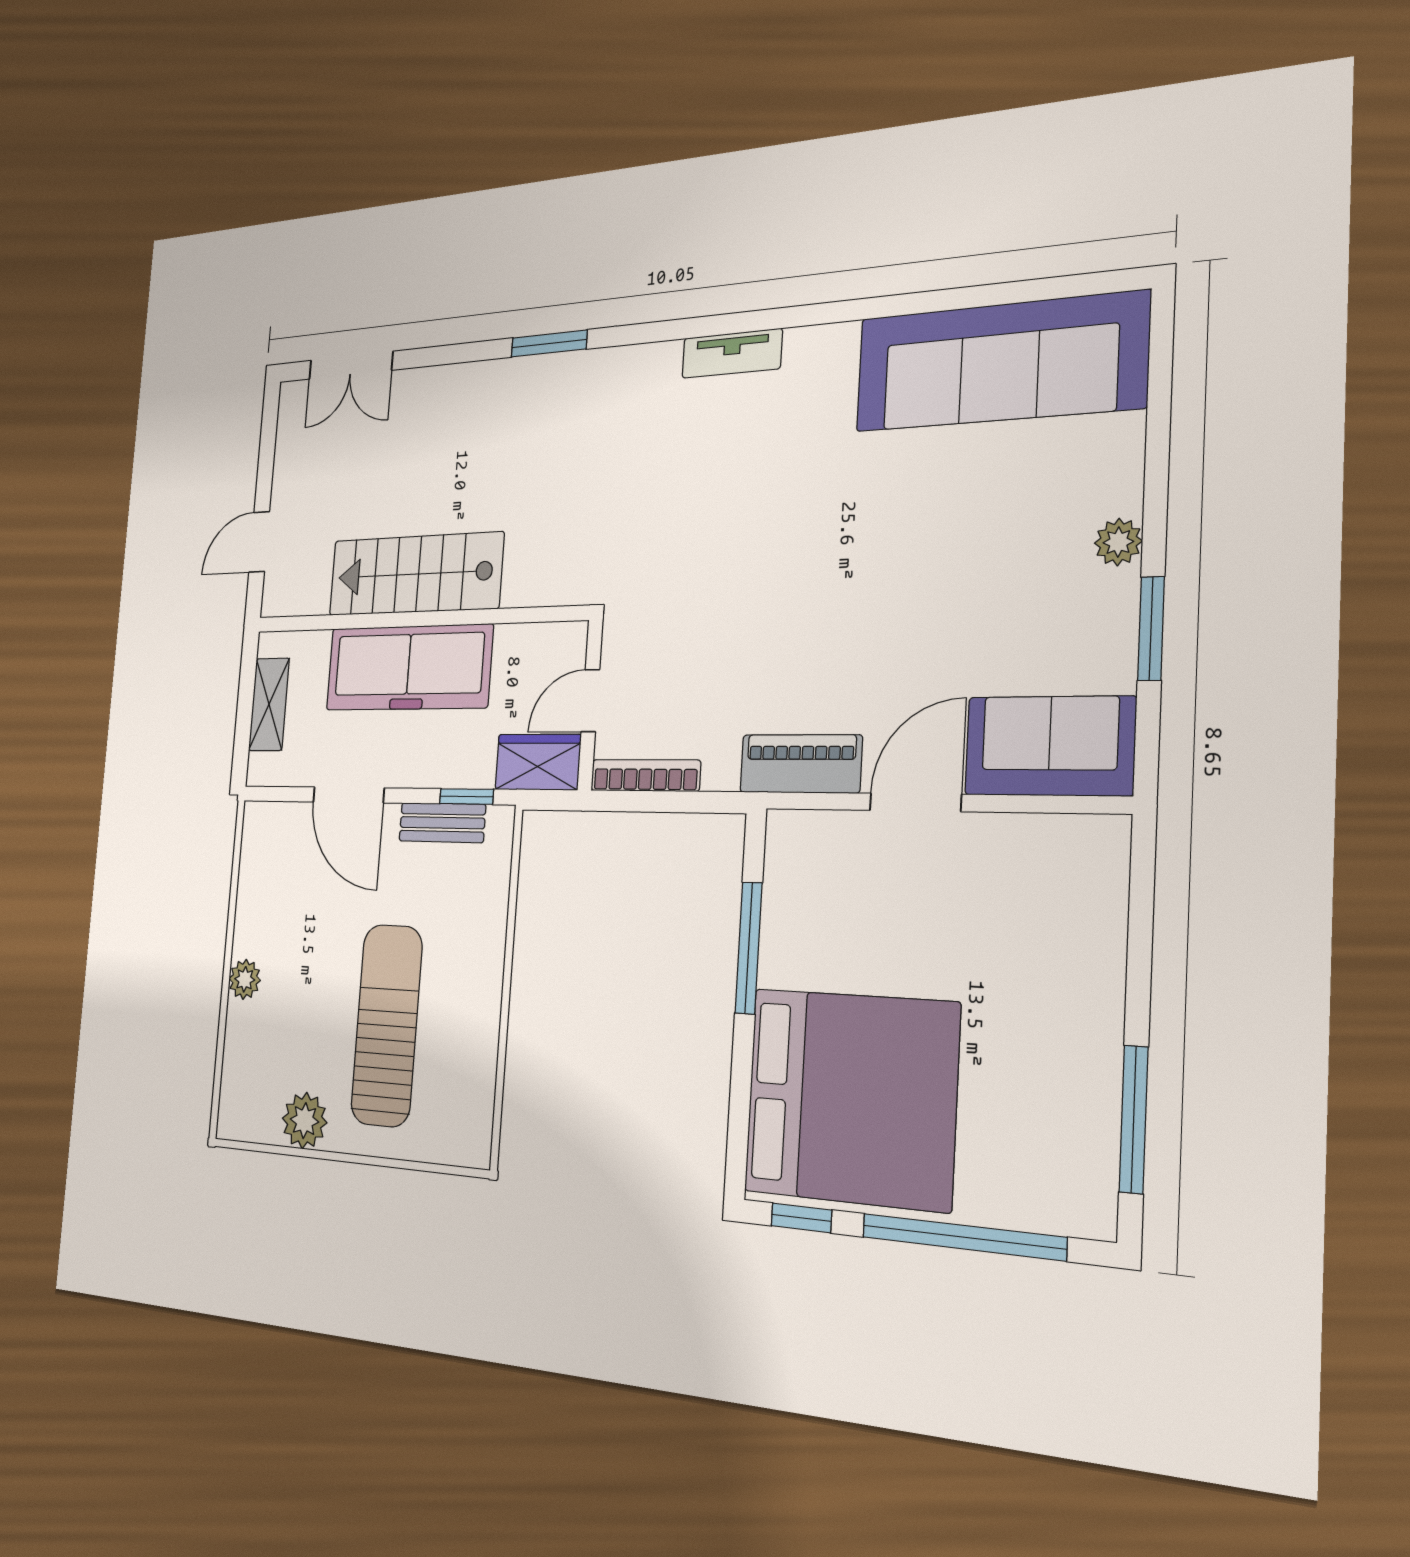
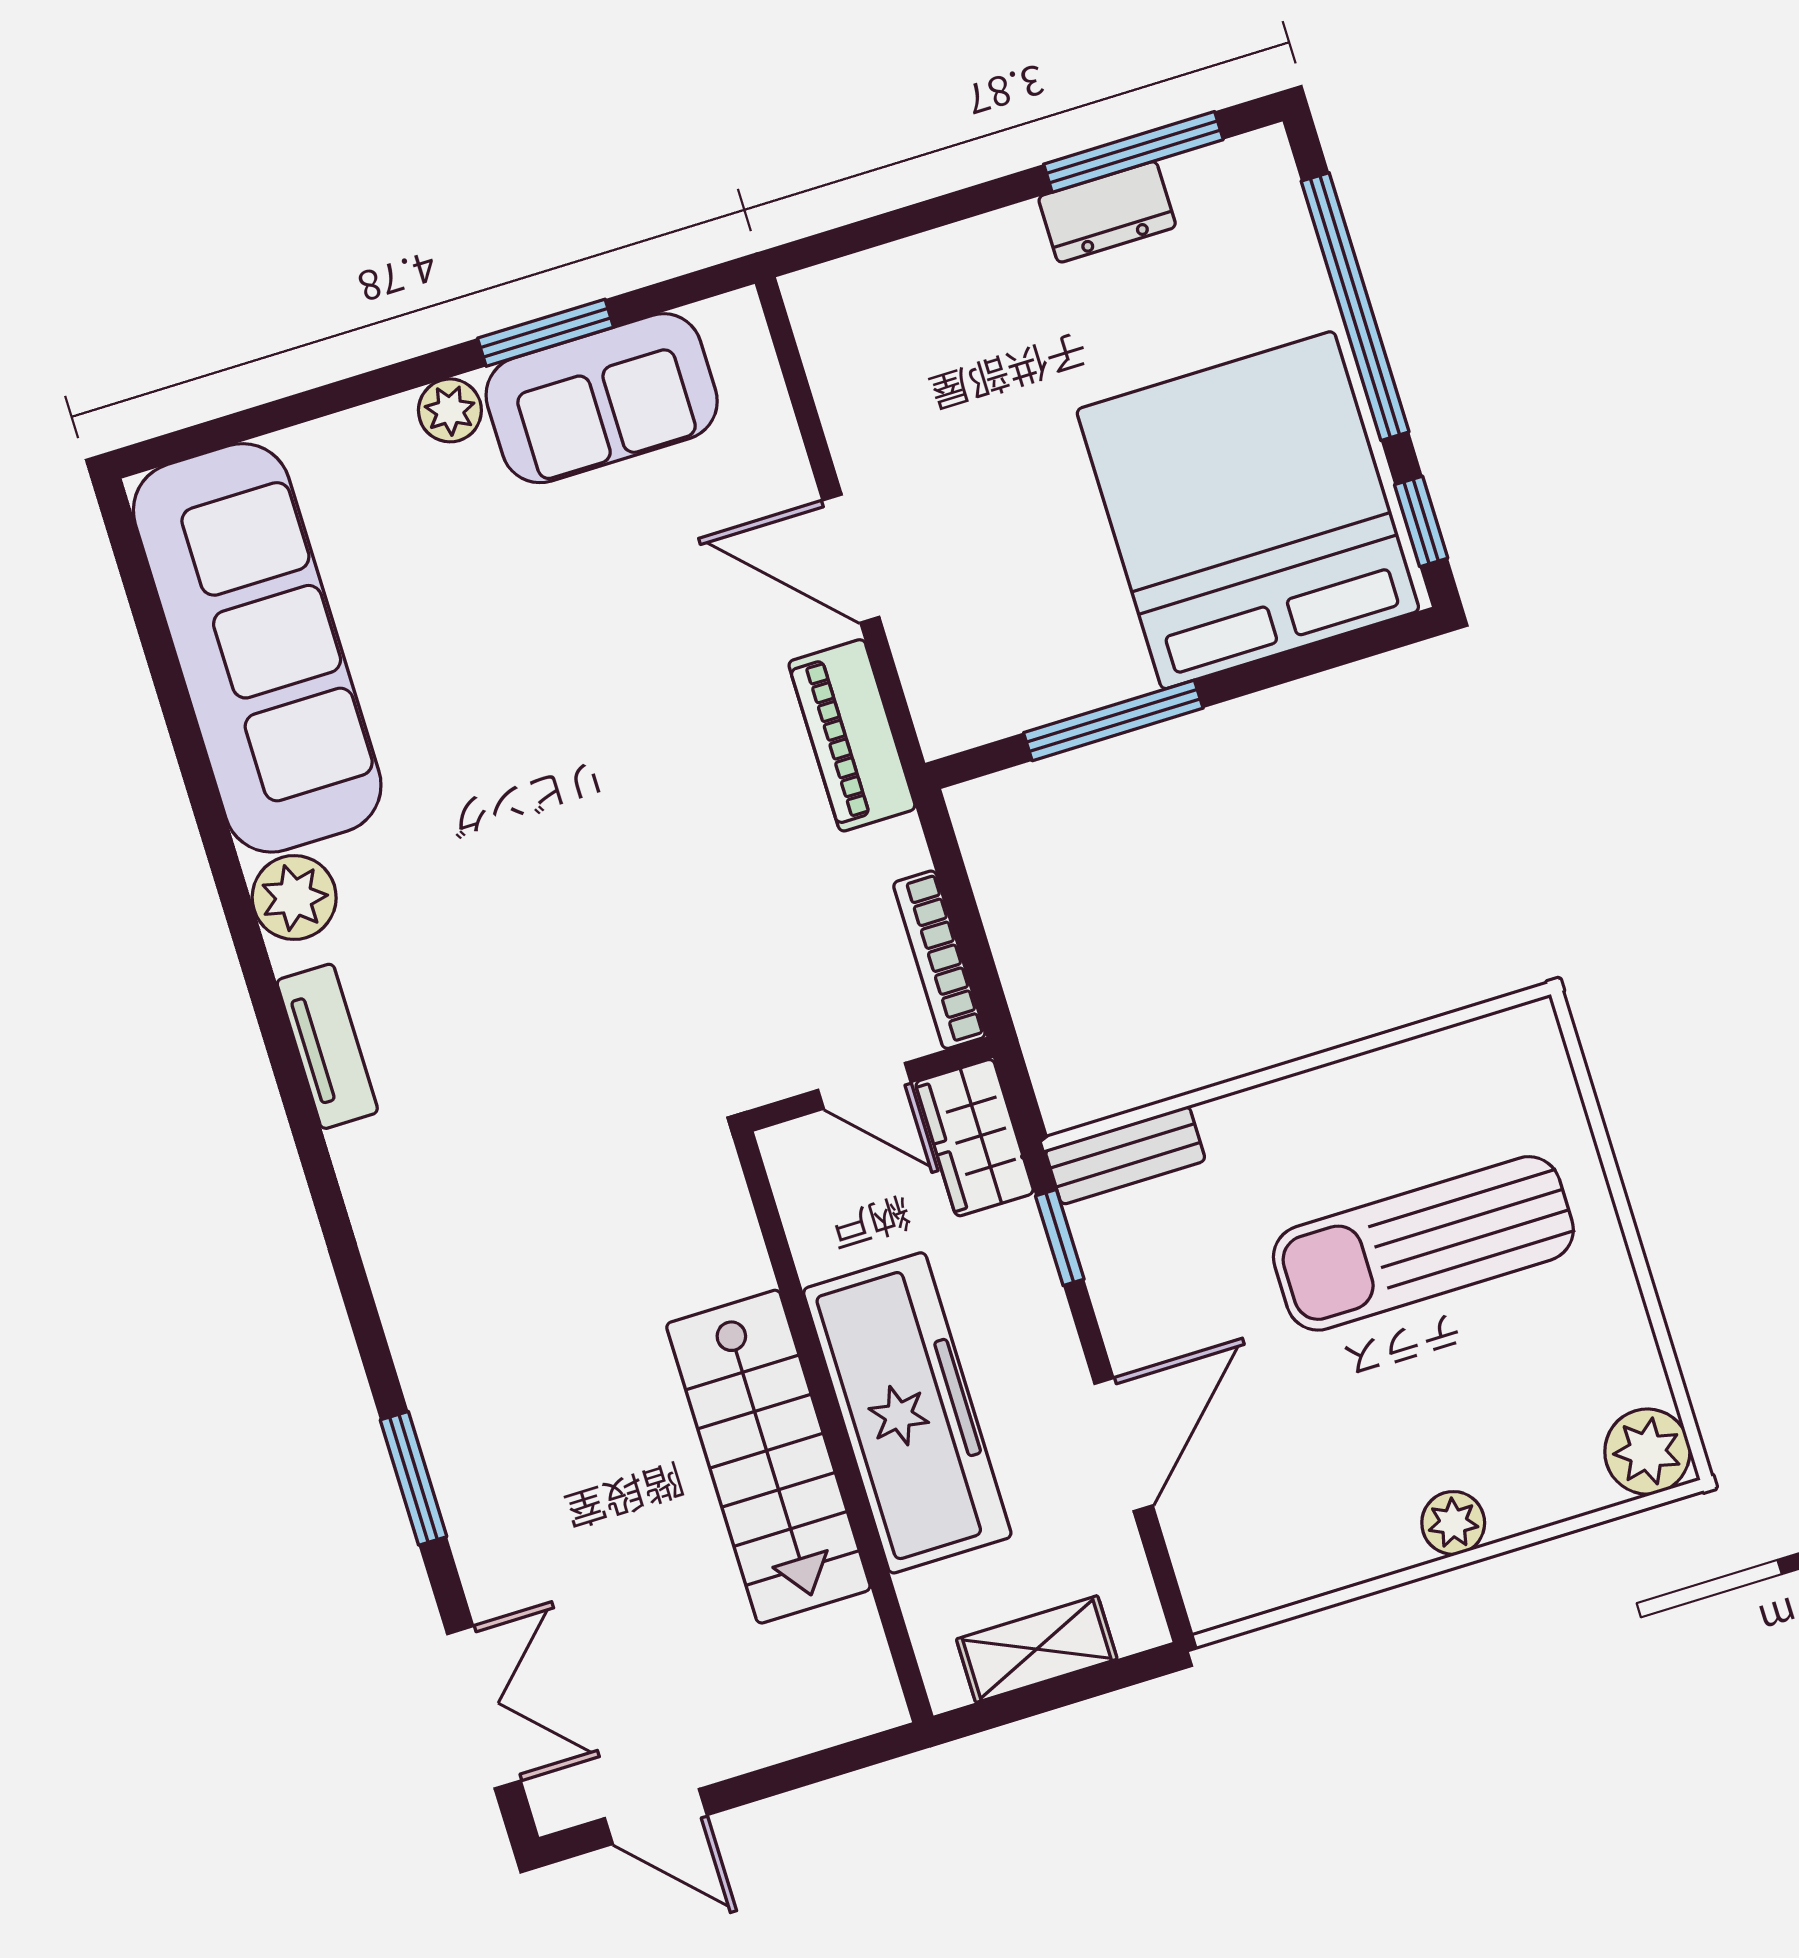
window: (549, 344) -> (413, 1478), moved
plant: (829, 352) -> (294, 898), added
door: (259, 542) -> (656, 1817), moved
sofa: (1050, 746) -> (602, 398), moved, turned -90
bench: (442, 823) -> (1125, 1155), moved, turned 90
dresser: (1095, 1081) -> (1107, 212), added
plant: (305, 1120) -> (1647, 1452), moved

